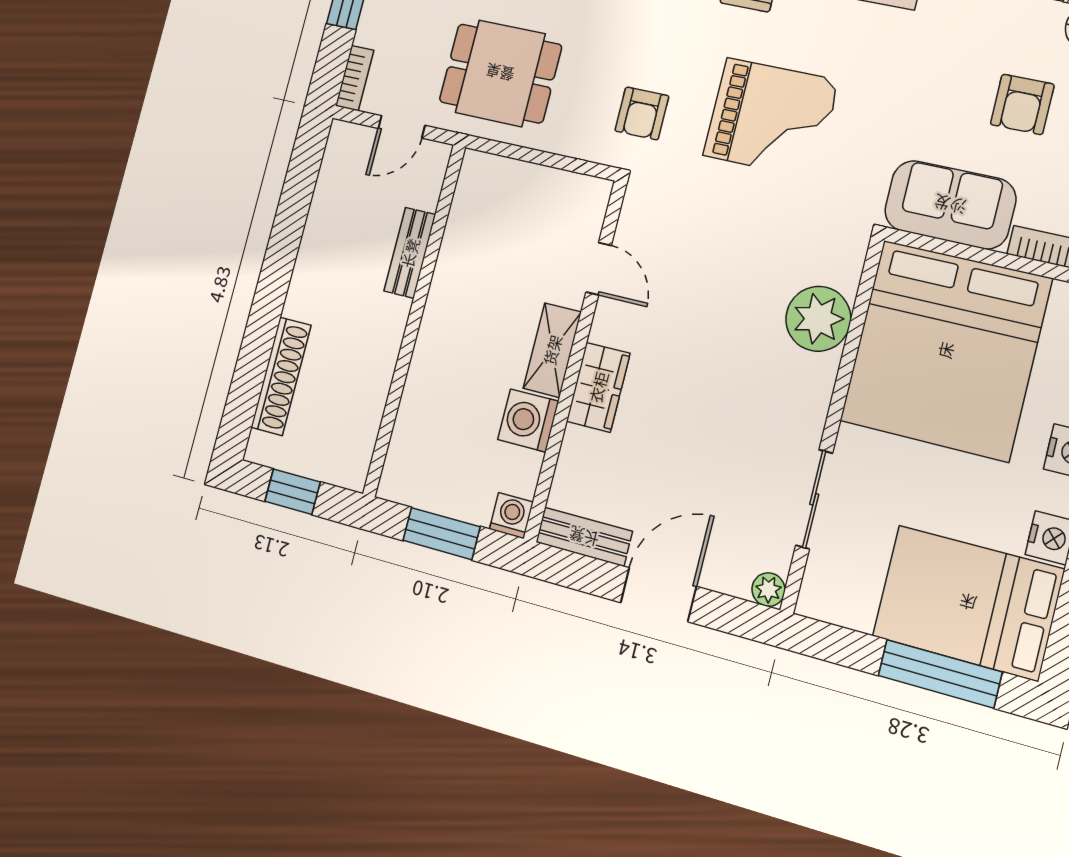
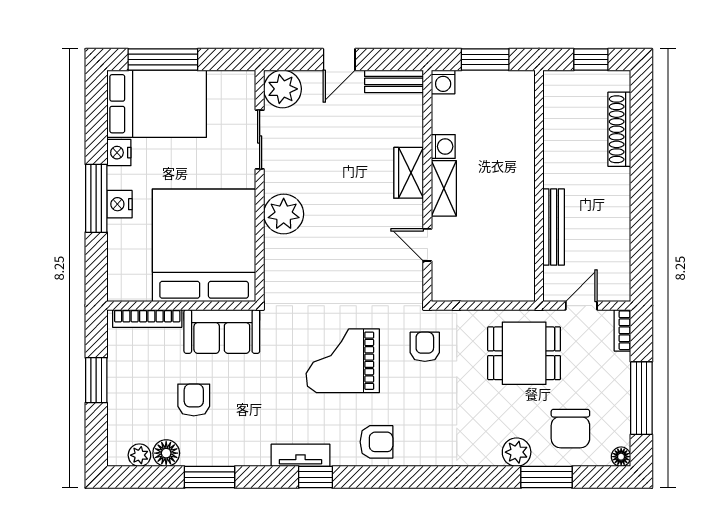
bench: (410, 253) -> (554, 227), width x1.36
plant: (818, 319) -> (284, 214), moved
washing machine: (528, 420) -> (443, 146), width x0.73, depth x0.73
plant: (768, 590) -> (283, 89), width x1.88, depth x1.88
door: (658, 595) -> (339, 60), width x0.73

